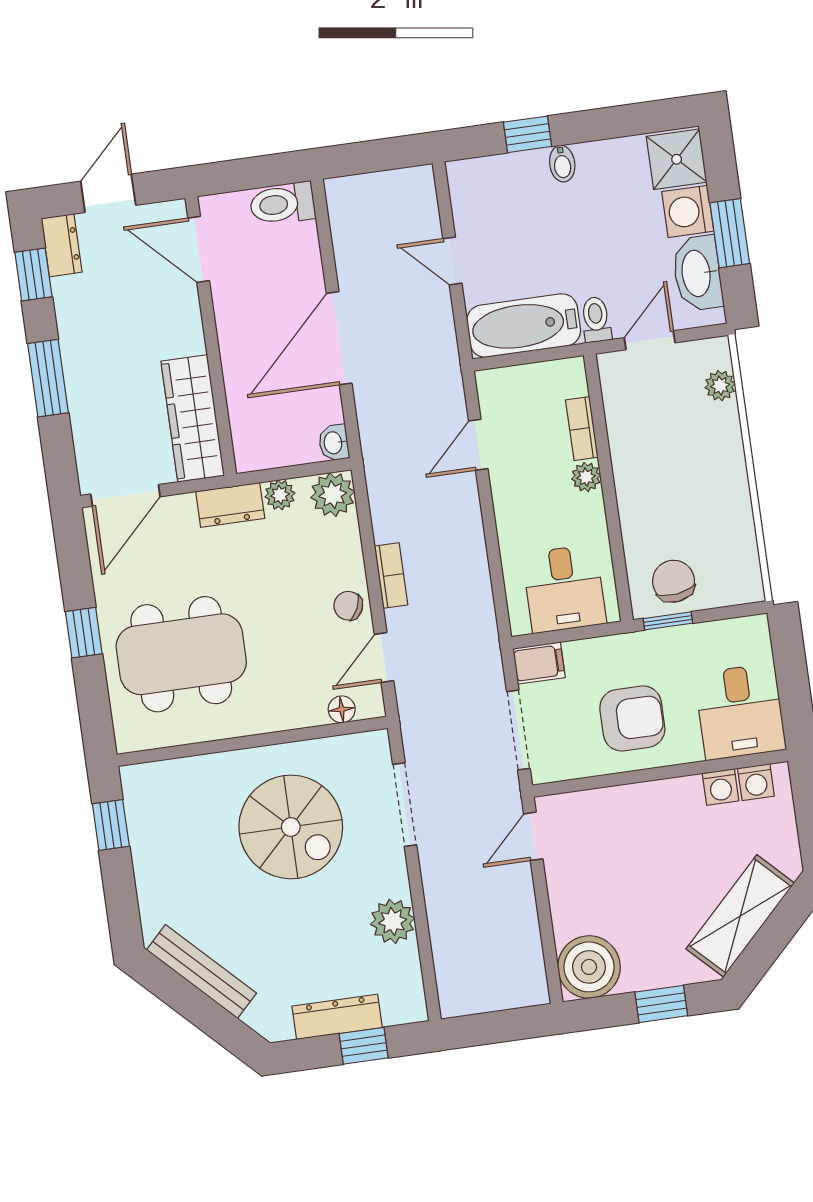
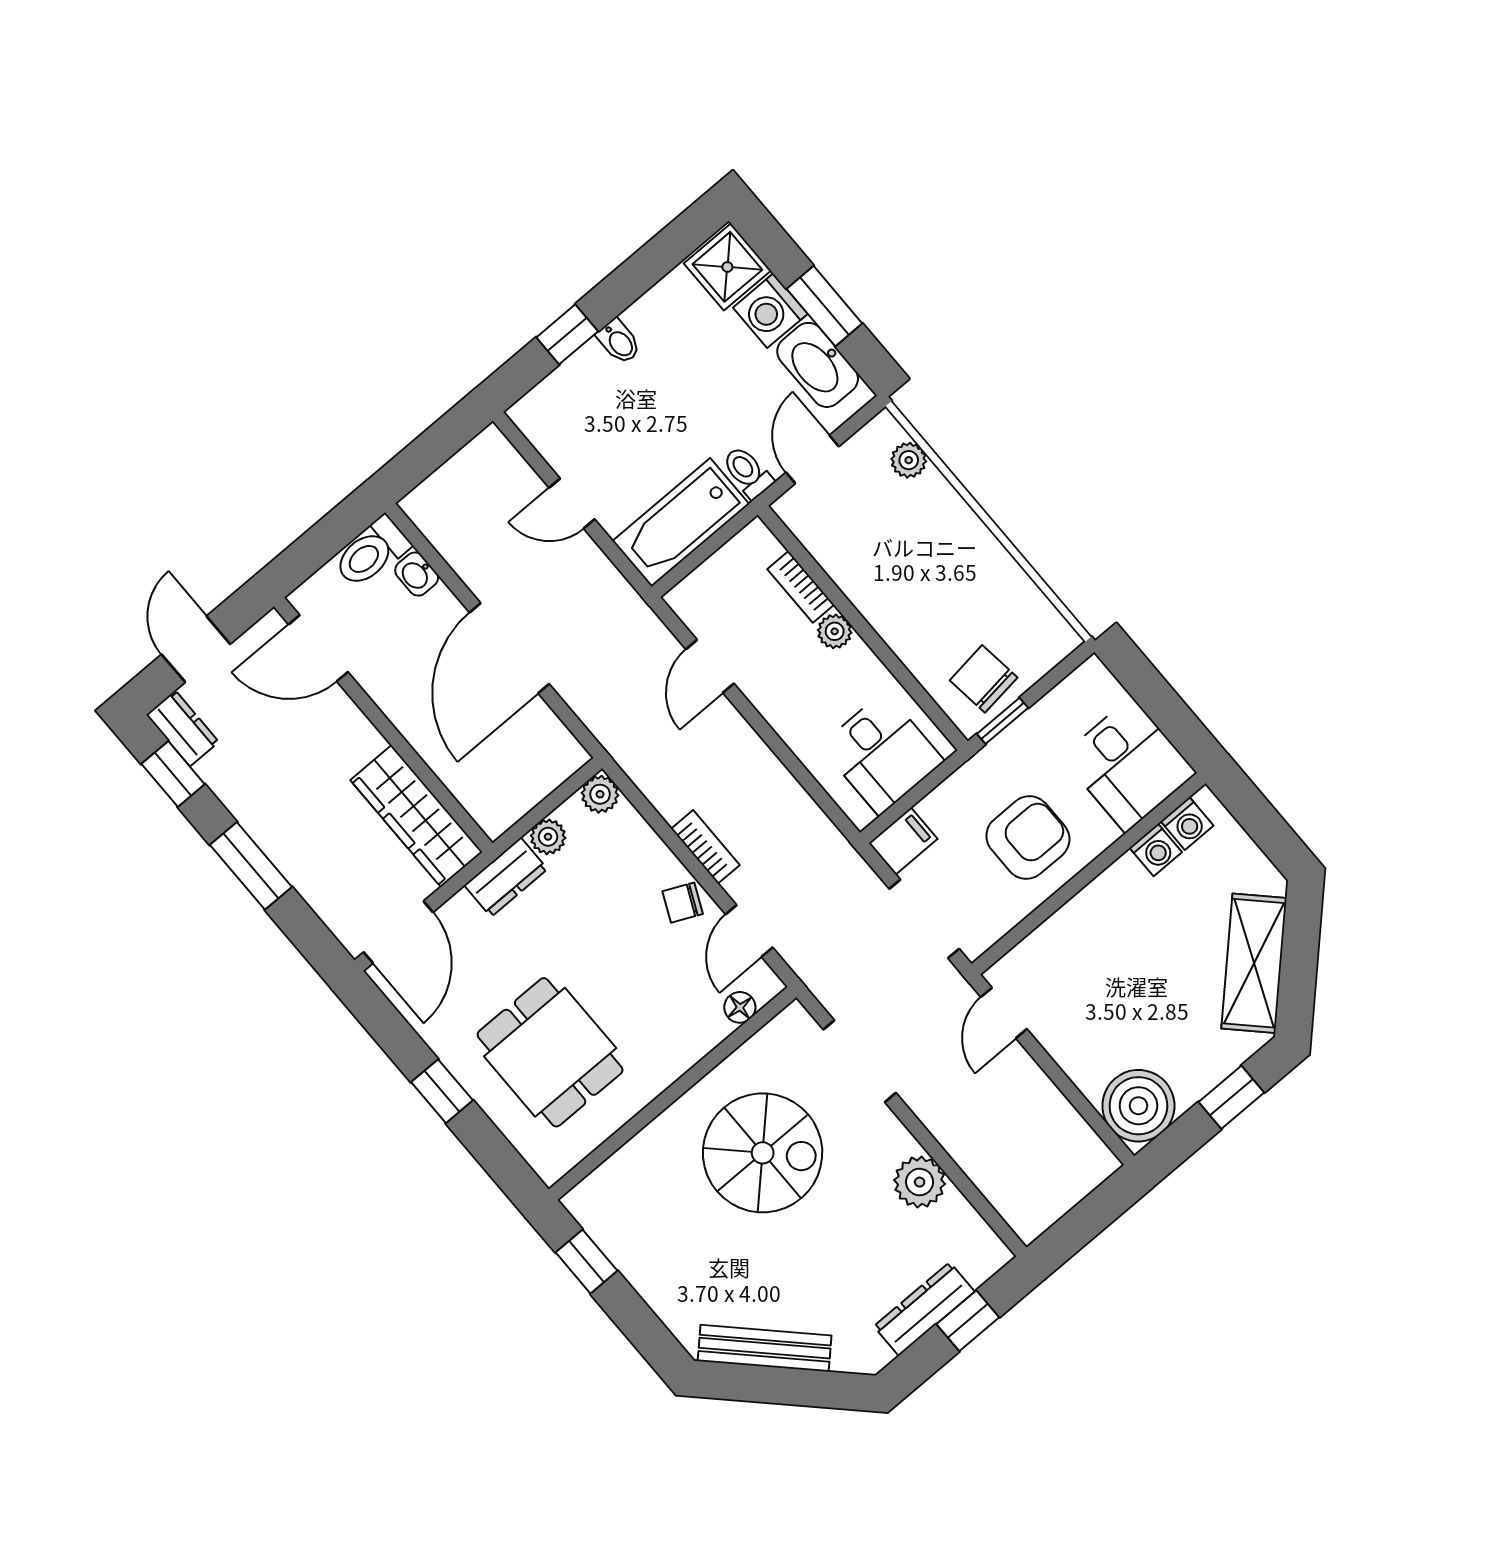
washbasin: (334, 443) -> (417, 574), moved
plant: (333, 495) -> (600, 794), width x0.73, depth x0.73
dining table: (181, 654) -> (550, 1052), width x0.73

